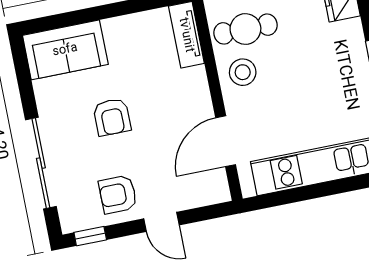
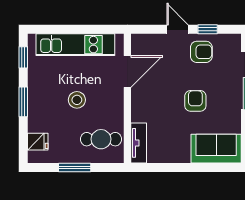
stool: (243, 72) -> (77, 100), moved
window: (90, 236) -> (208, 29), moved

